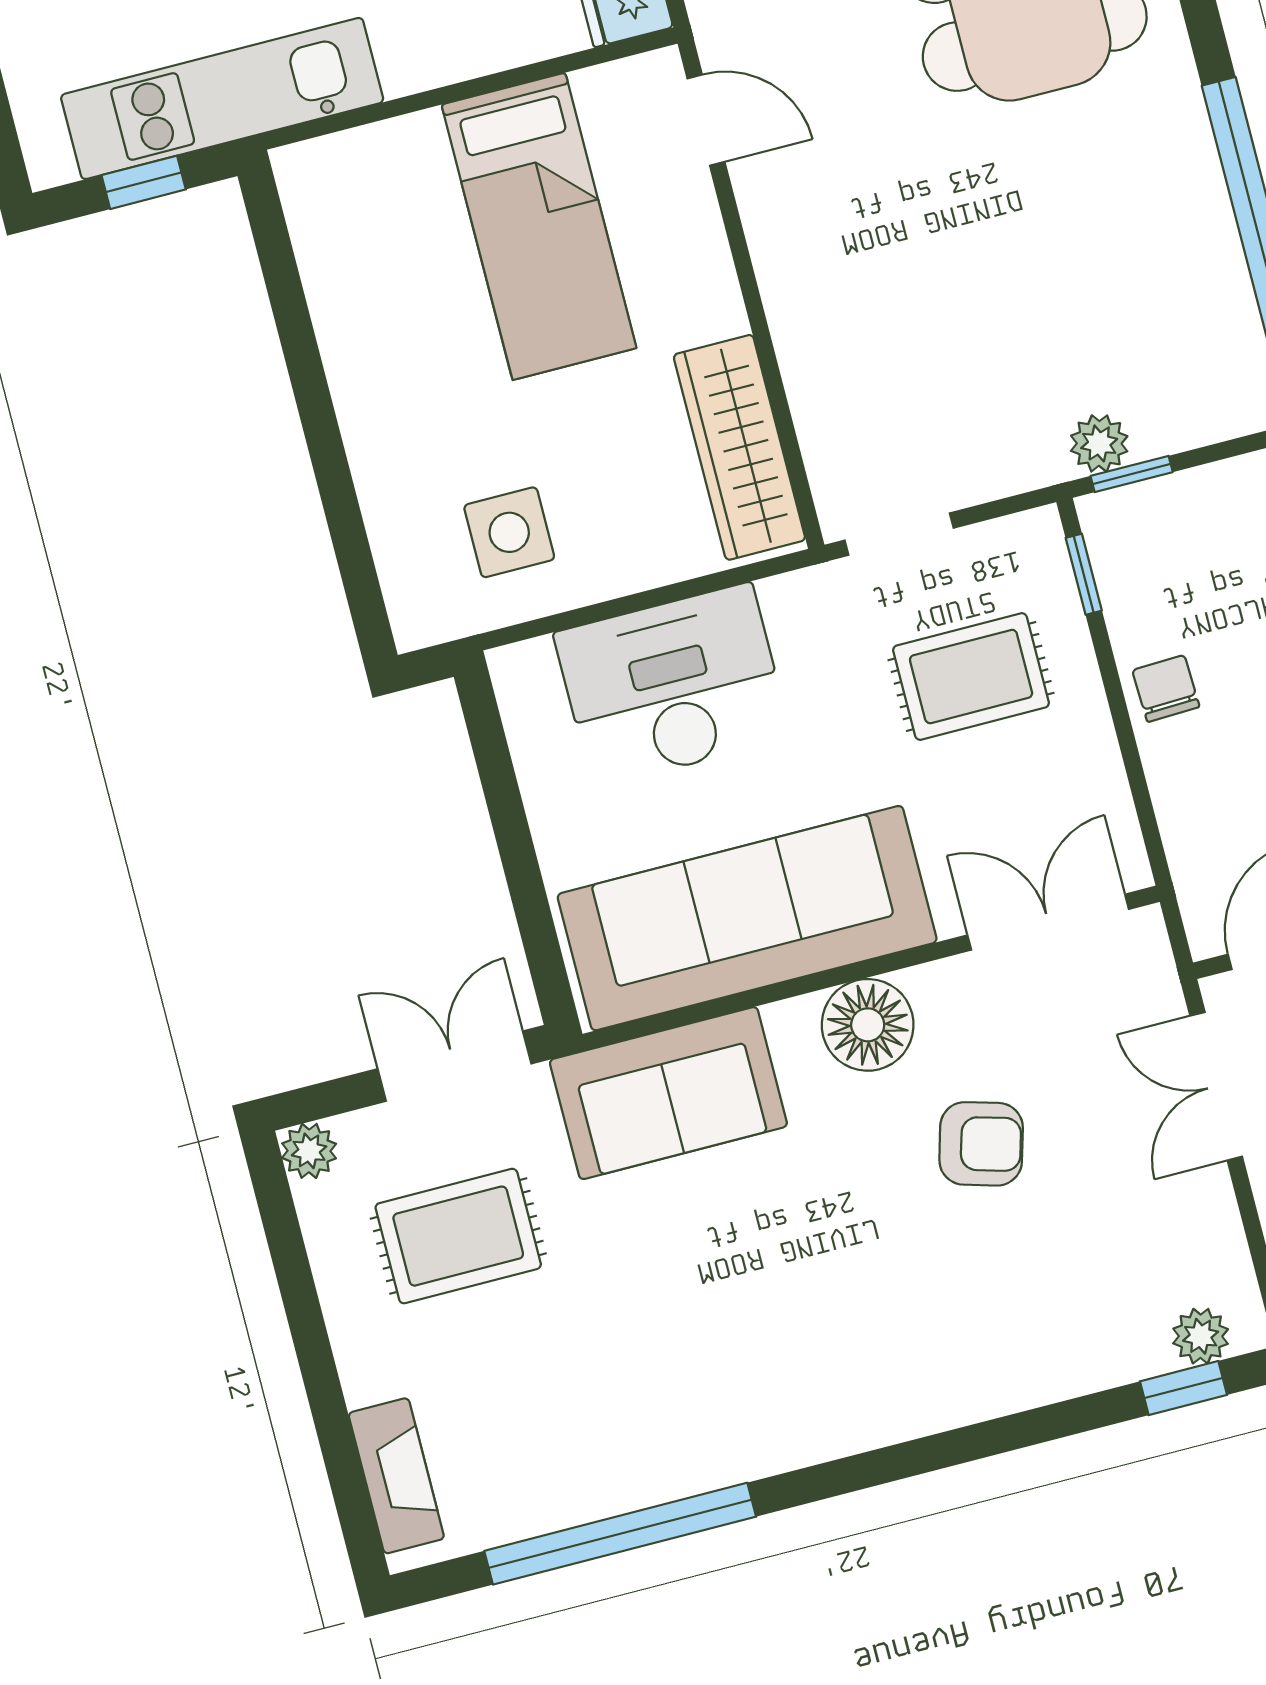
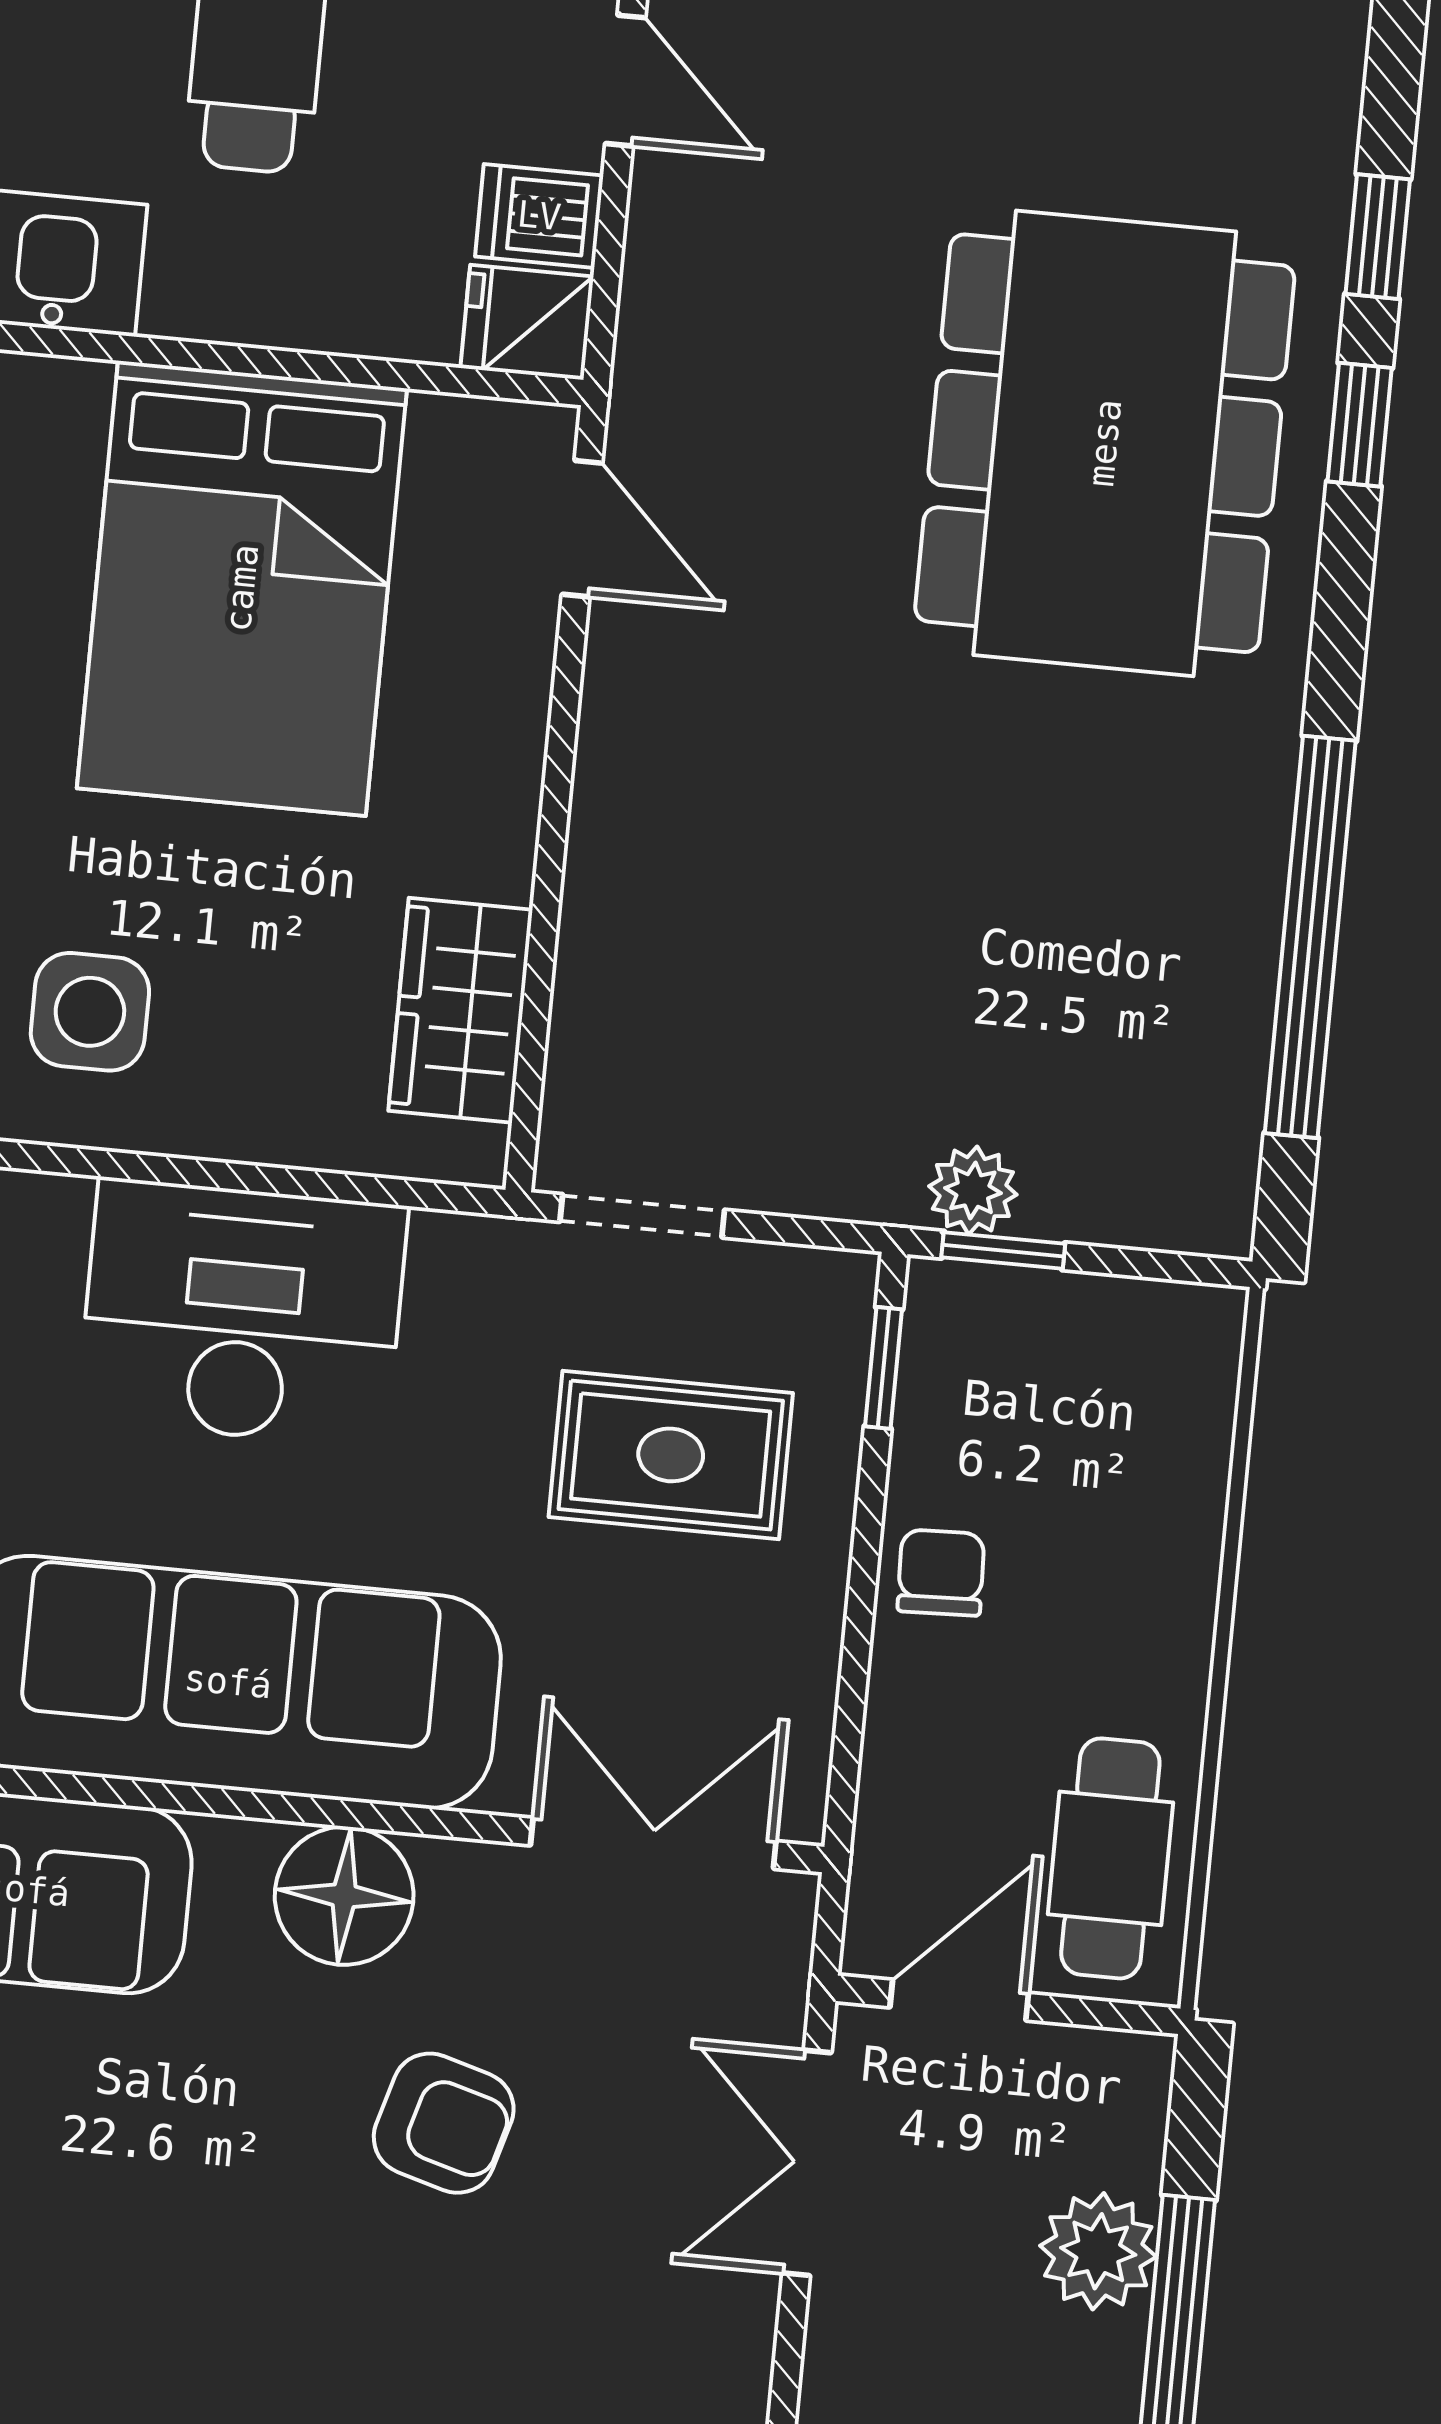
bed: (539, 226) -> (242, 588), width x1.50
wardrobe: (739, 447) -> (460, 1010), width x0.67

